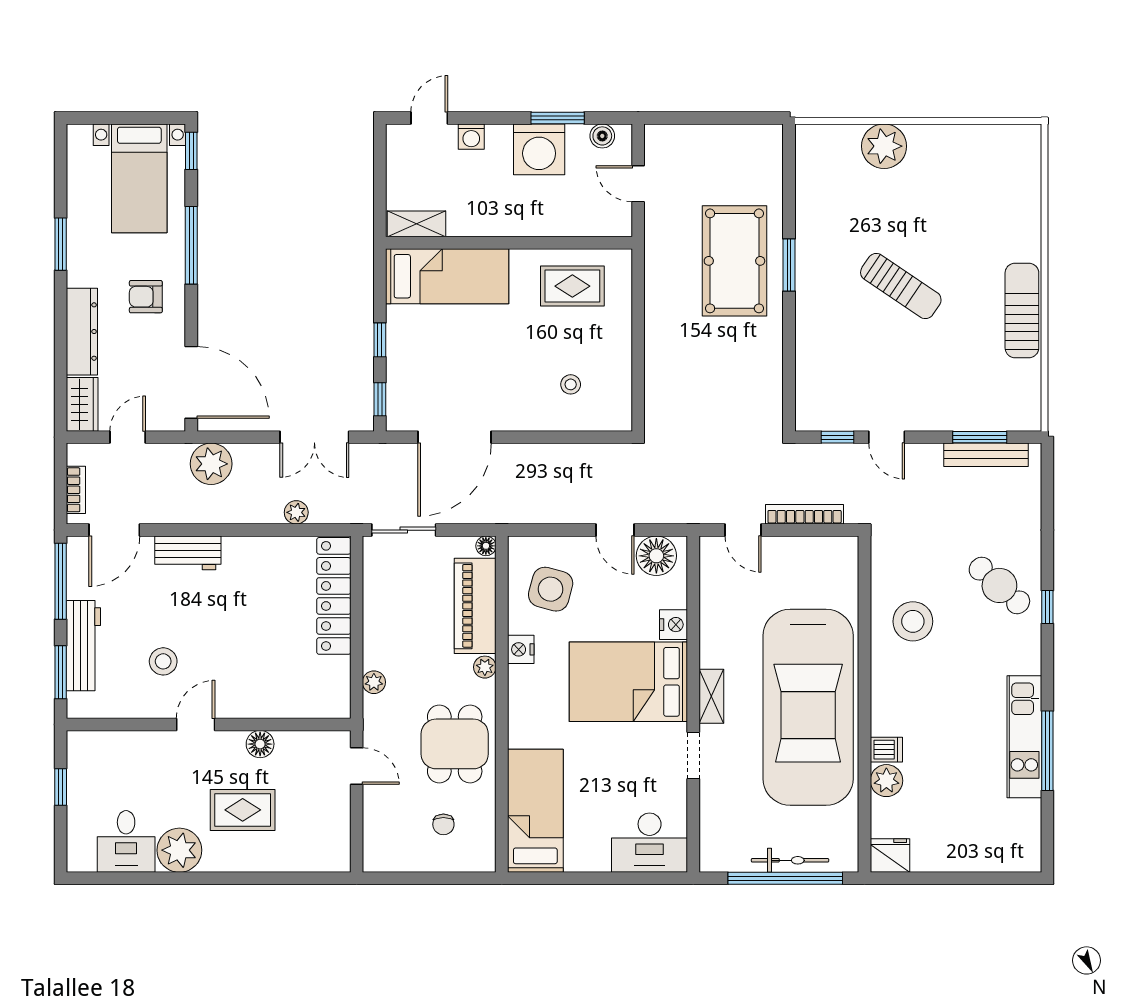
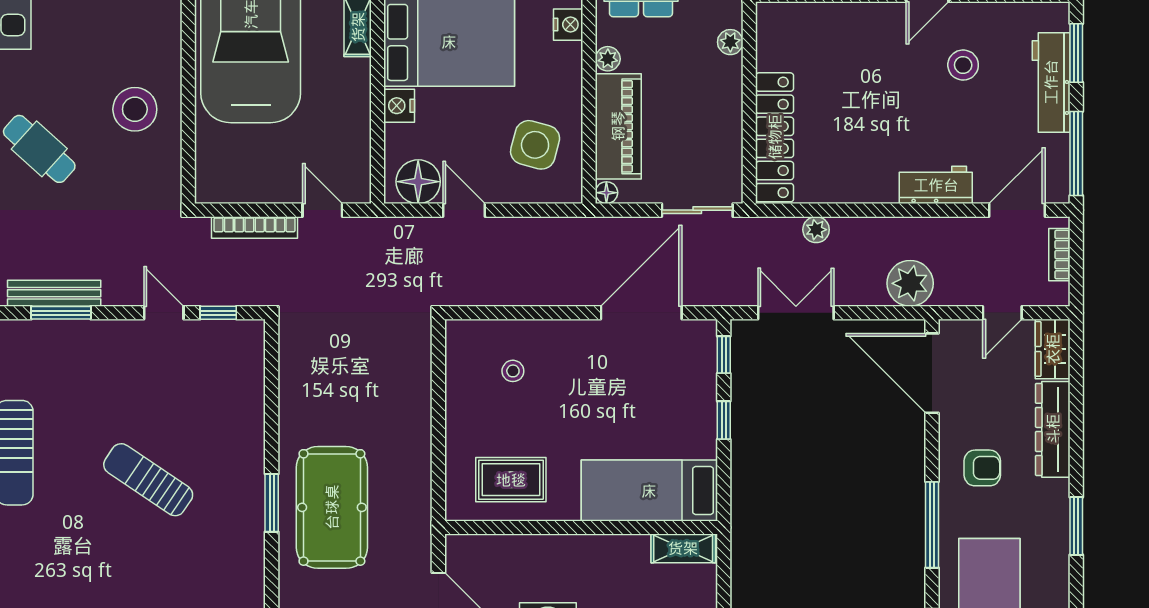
nightstand: (521, 649) -> (568, 25), moved

